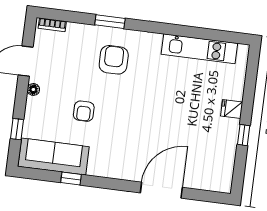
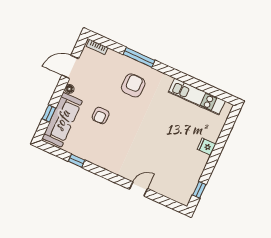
window: (110, 22) -> (139, 57), width x1.44
window: (244, 135) -> (199, 190), moved
sofa: (54, 157) -> (62, 120), moved, turned 90
door: (161, 190) -> (138, 189), width x0.53

